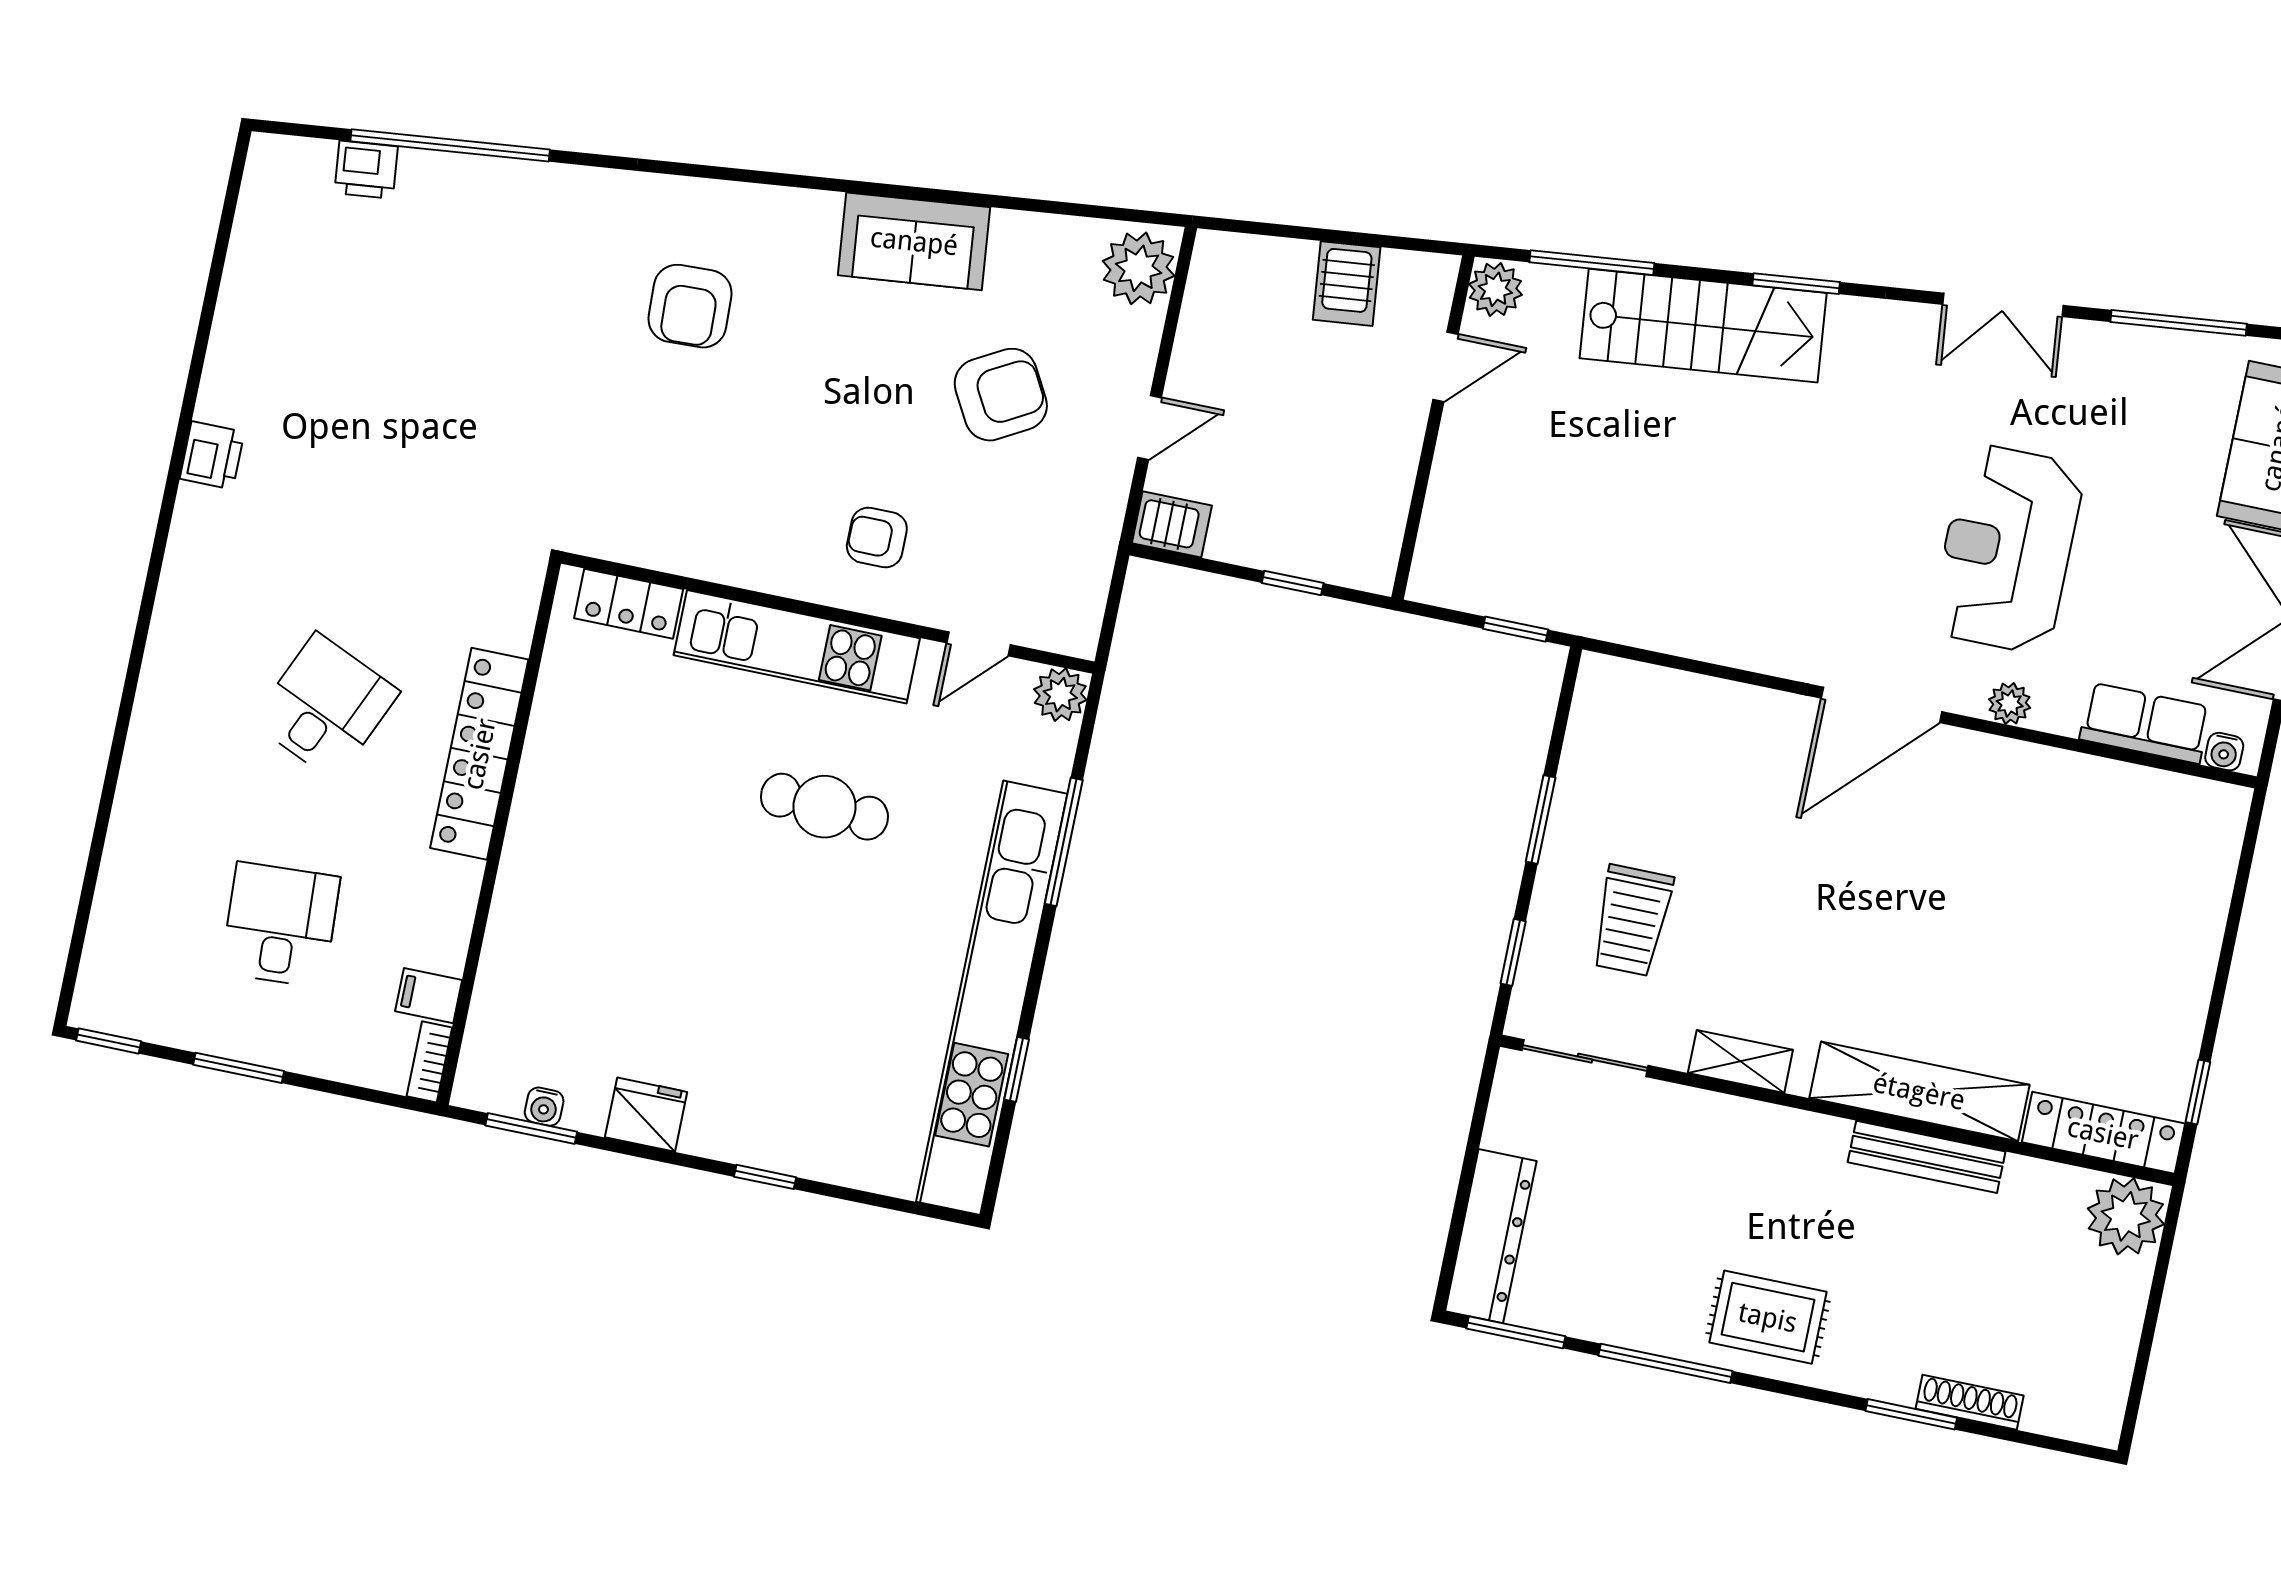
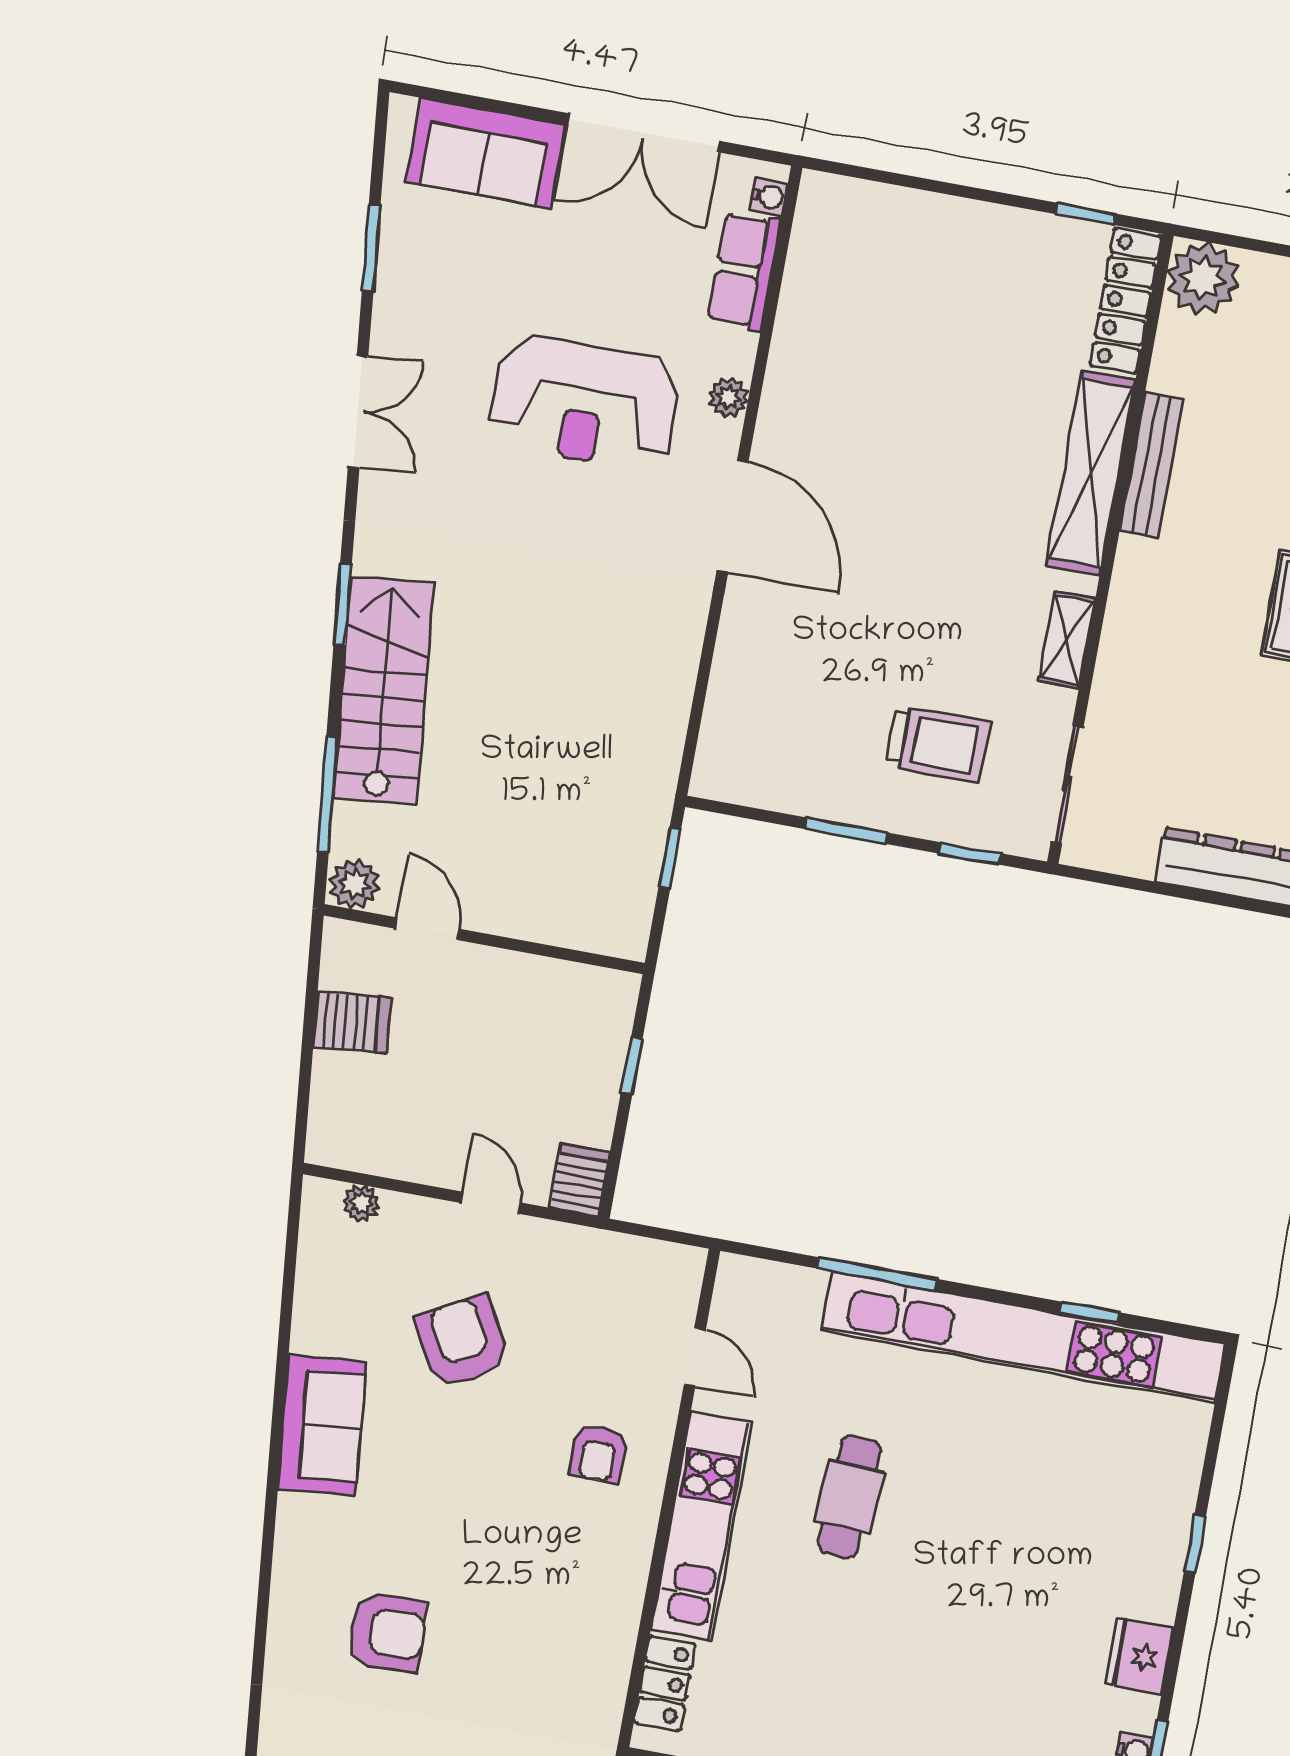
plant: (1139, 268) -> (361, 1203), width x0.53, depth x0.53
window: (2179, 323) -> (371, 248), width x0.69
plant: (1060, 695) -> (740, 1280), removed

